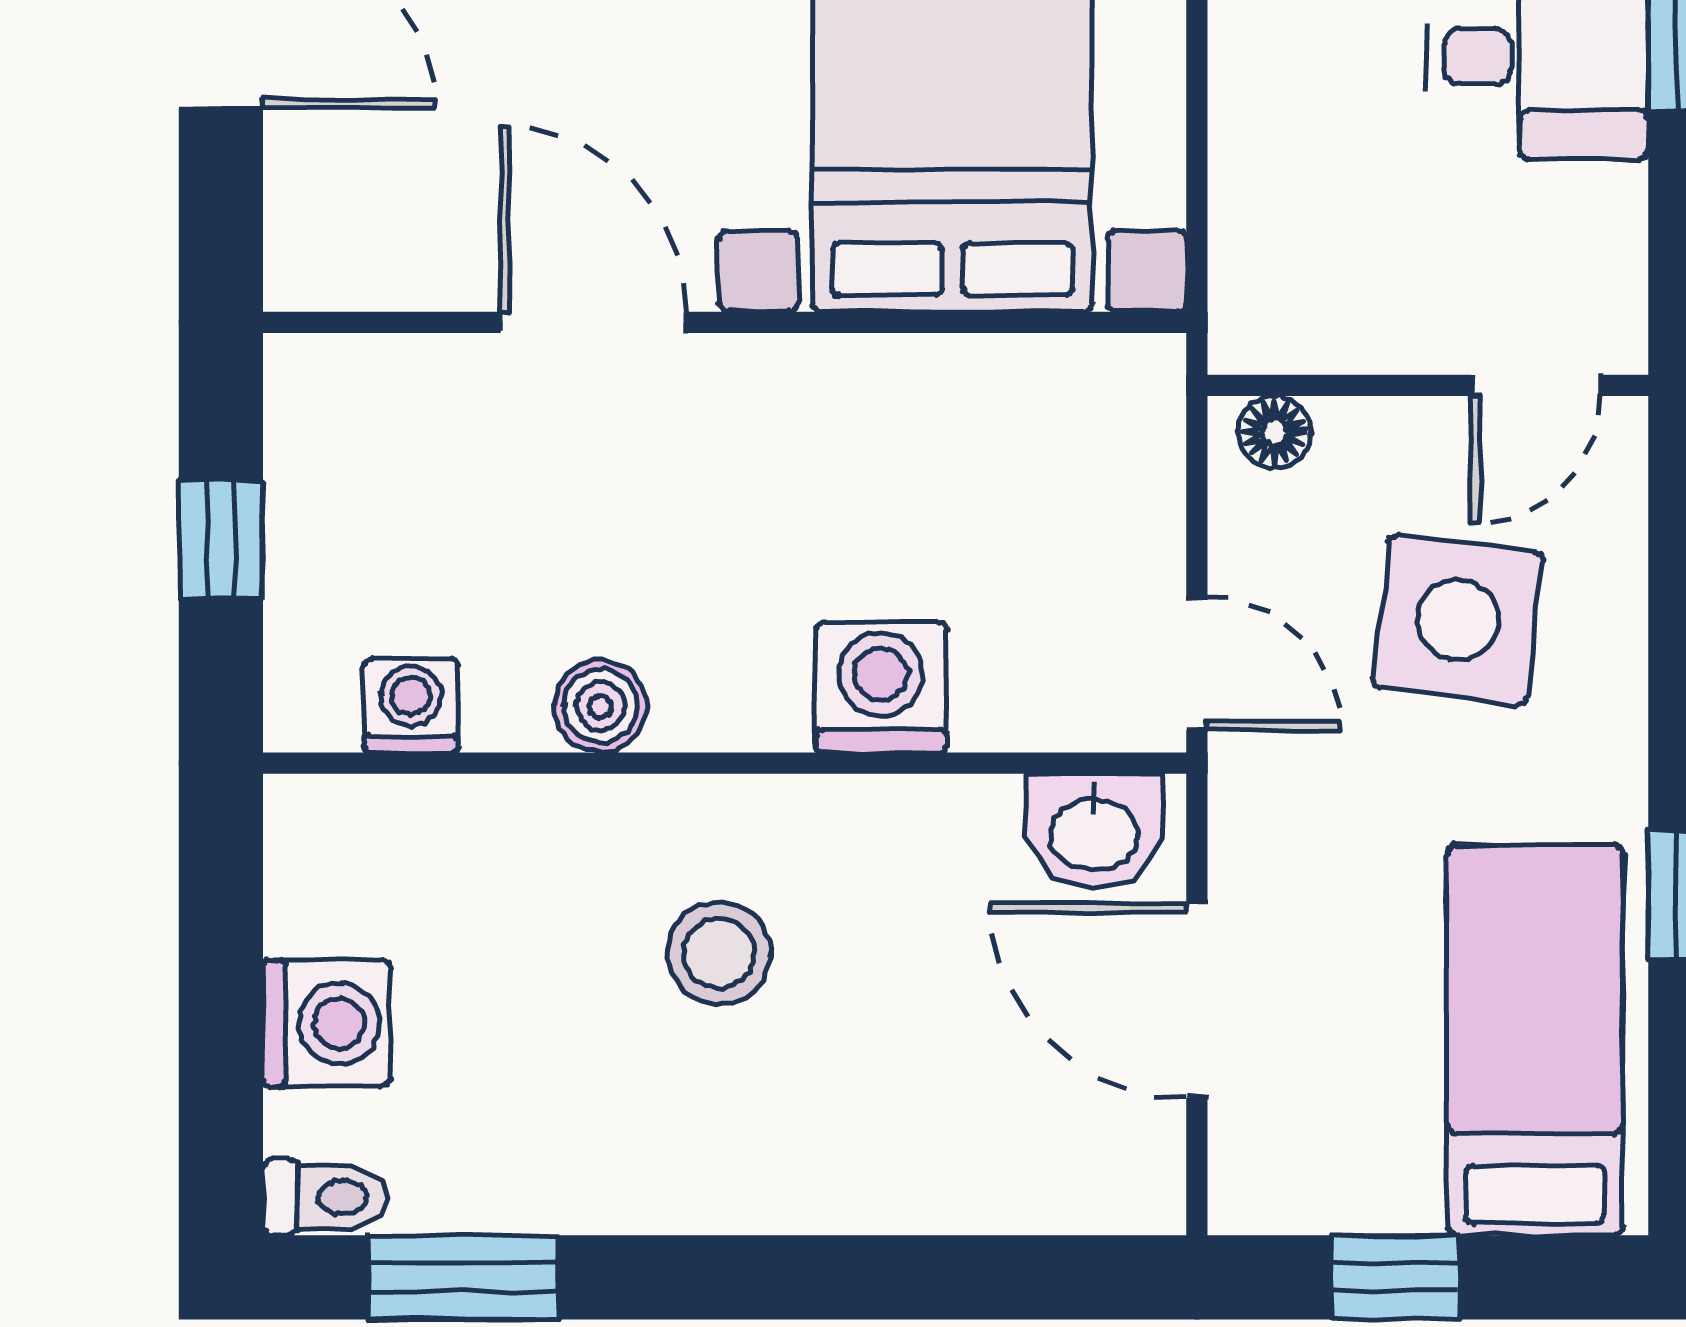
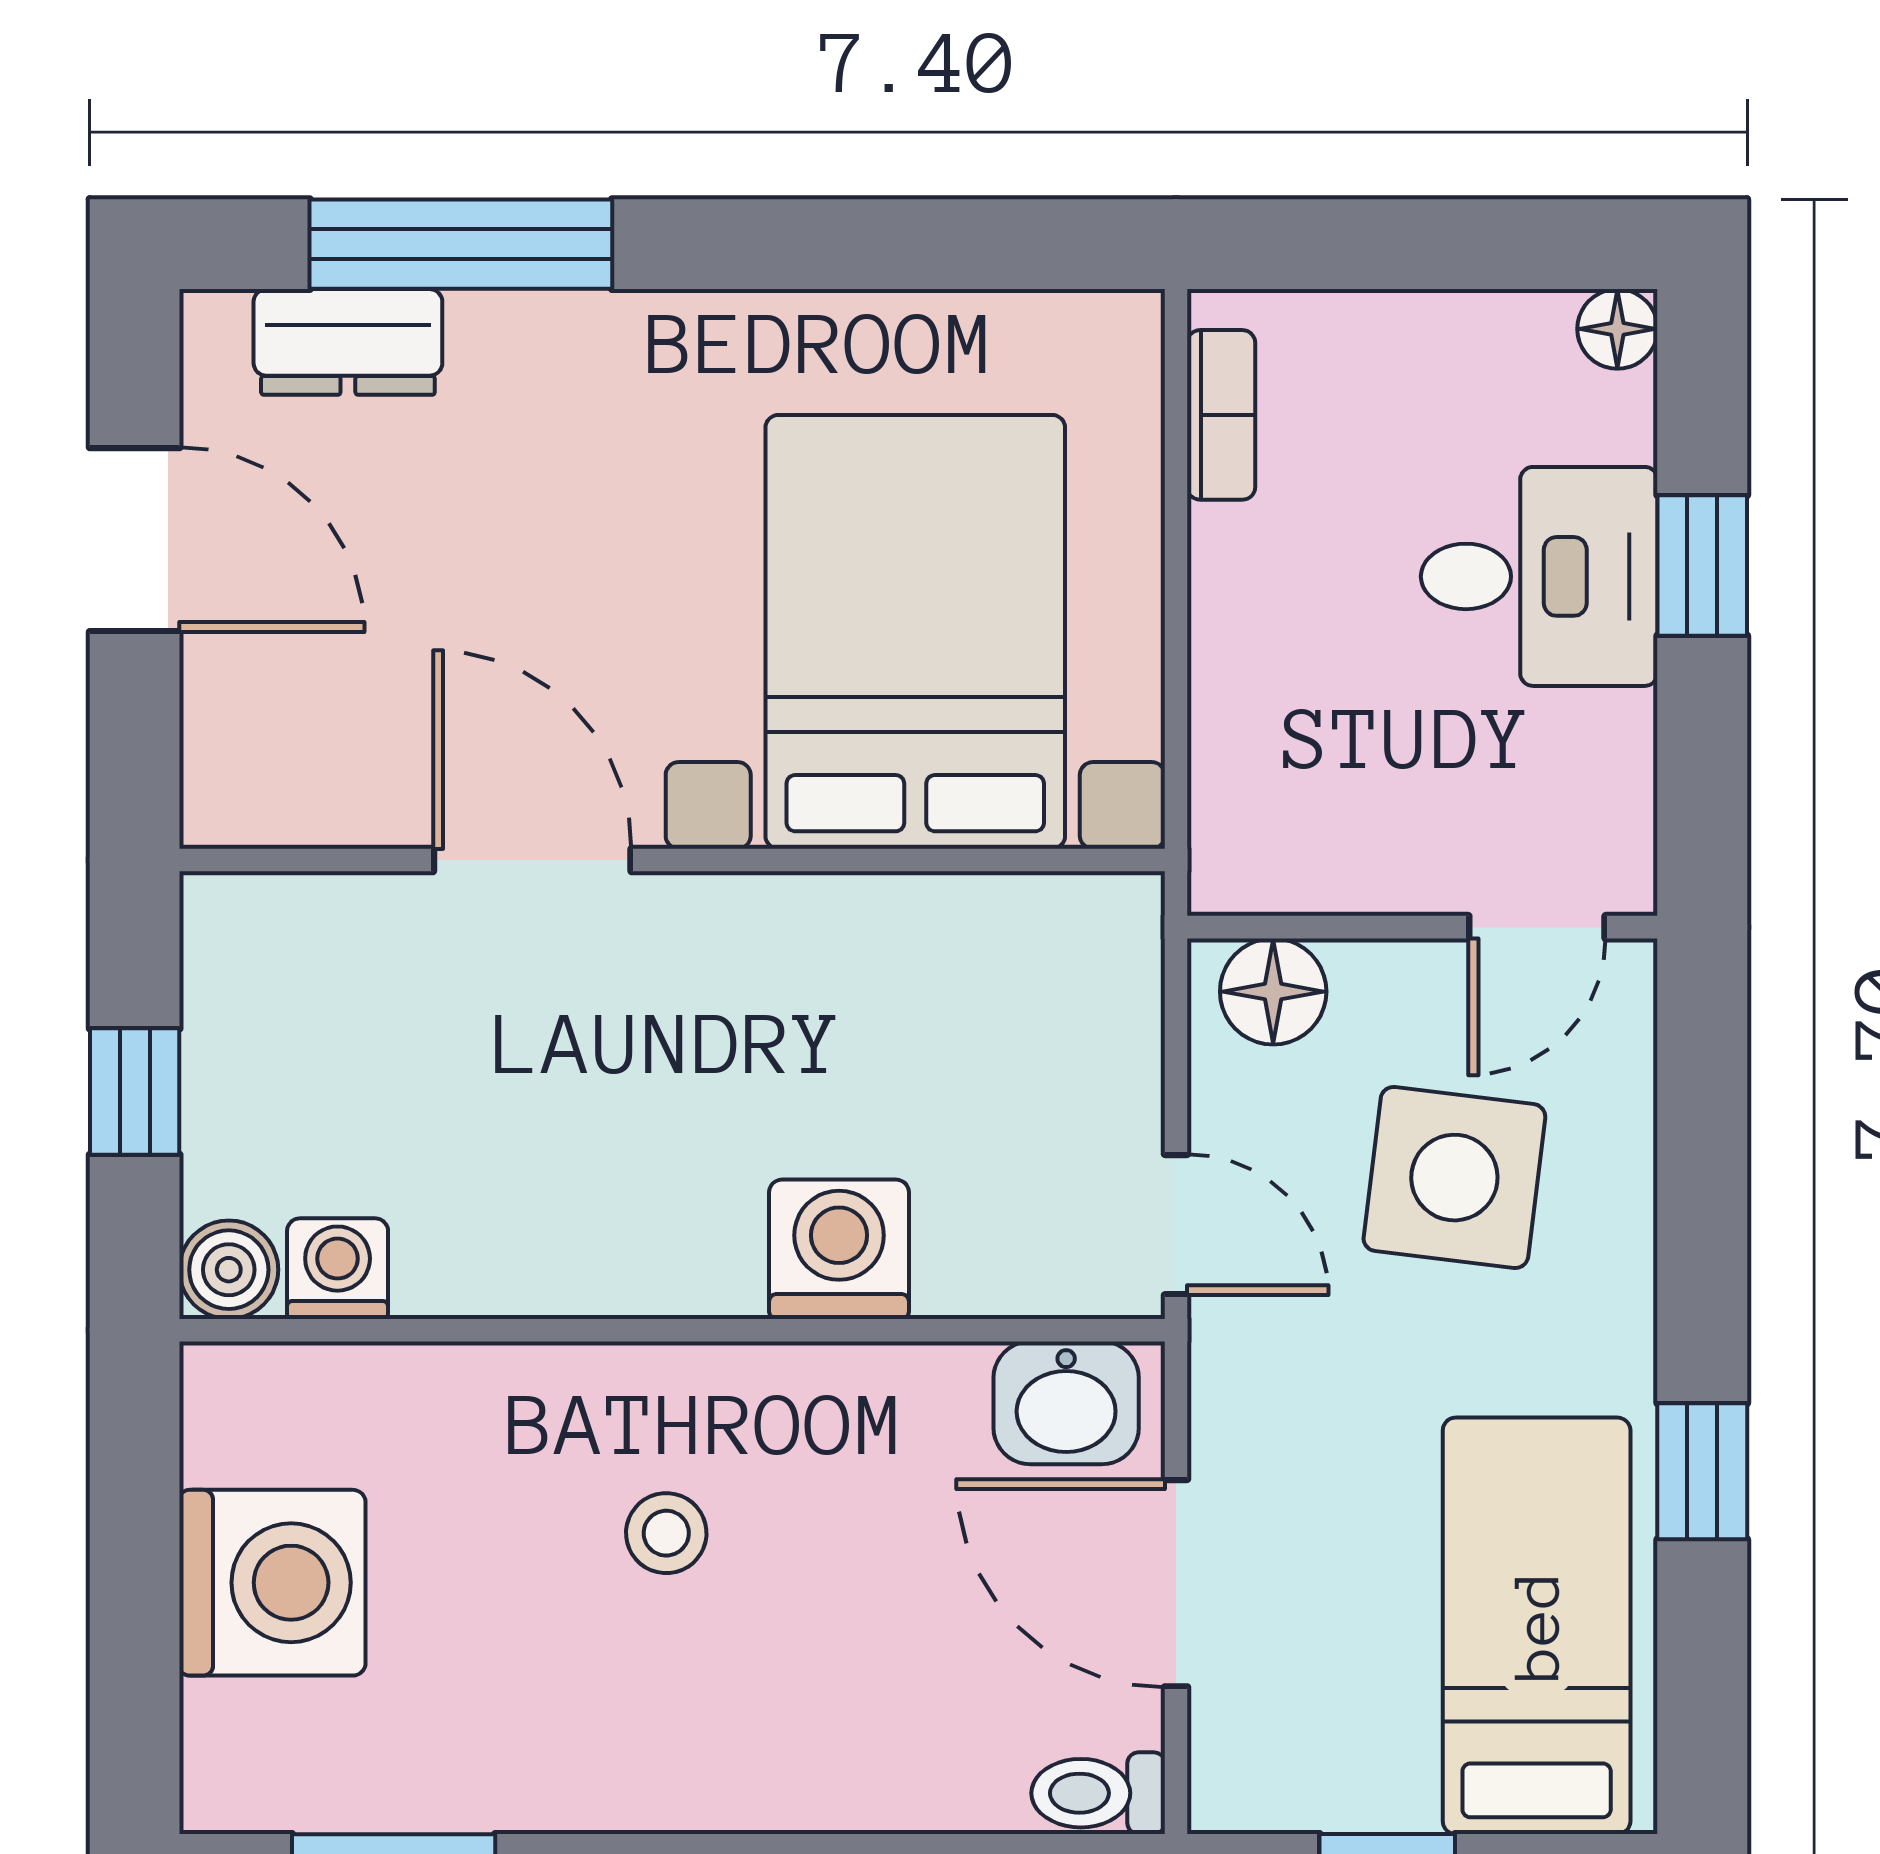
floor lamp: (1275, 432) -> (1273, 992), width x1.37, depth x1.37
boiler: (600, 706) -> (229, 1270), moved
stool: (719, 953) -> (666, 1533), width x0.73, depth x0.73
washing machine: (326, 1023) -> (272, 1583), width x1.37, depth x1.37
toilet: (325, 1197) -> (1098, 1793), moved, turned 180

